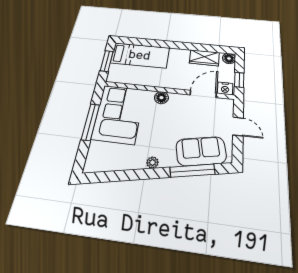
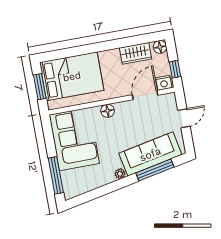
bed: (140, 55) -> (72, 76), width x1.50
window: (90, 122) -> (56, 175), moved
door: (238, 126) -> (184, 118), hinge flipped
sofa: (201, 151) -> (150, 154), width x1.36

